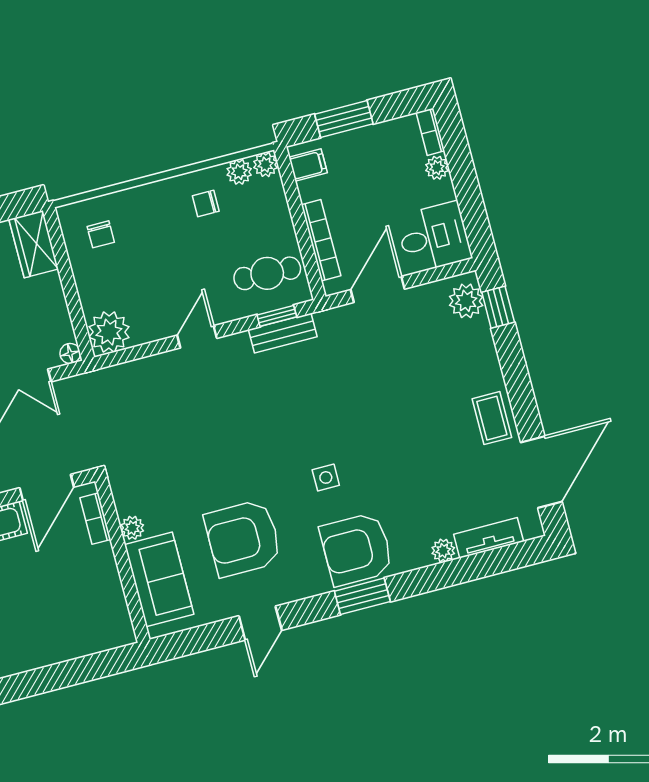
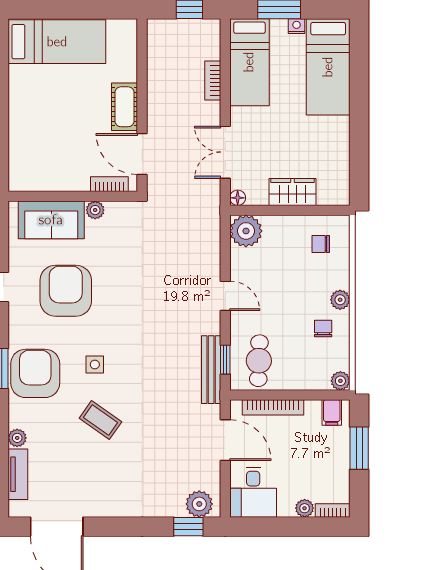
plant: (239, 172) -> (340, 300), moved
wardrobe: (34, 244) -> (292, 192), moved
bench: (283, 333) -> (211, 370), width x1.36
coffee table: (492, 418) -> (100, 420), moved, turned 35

